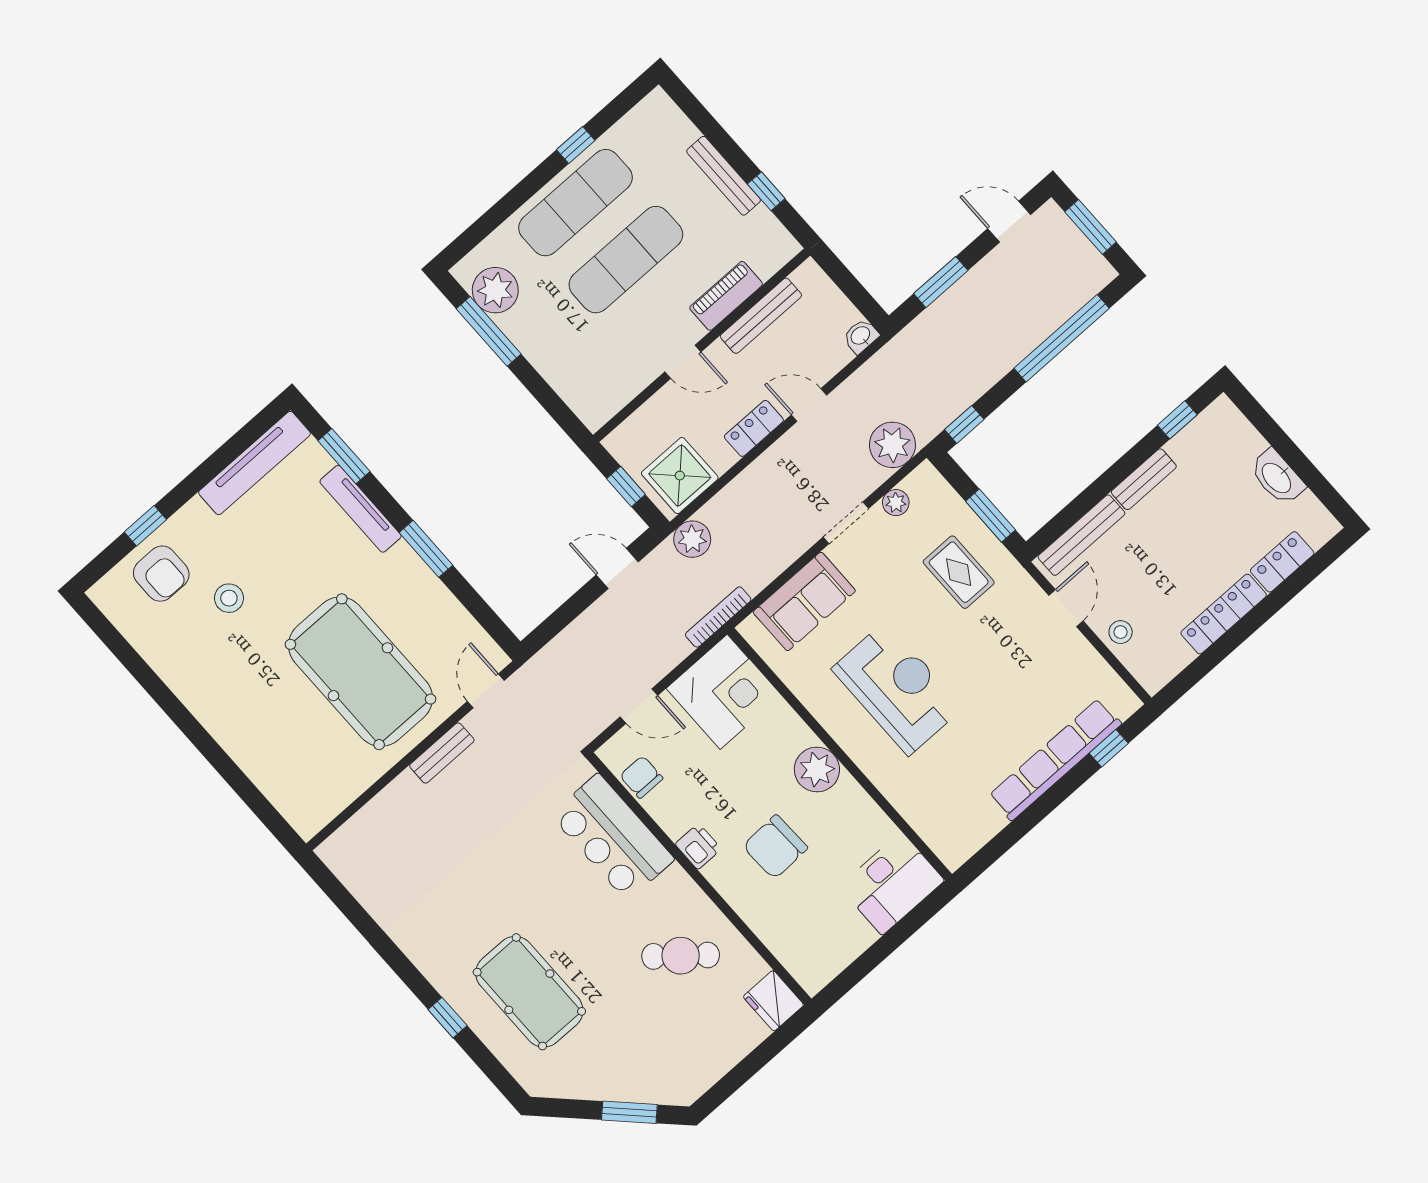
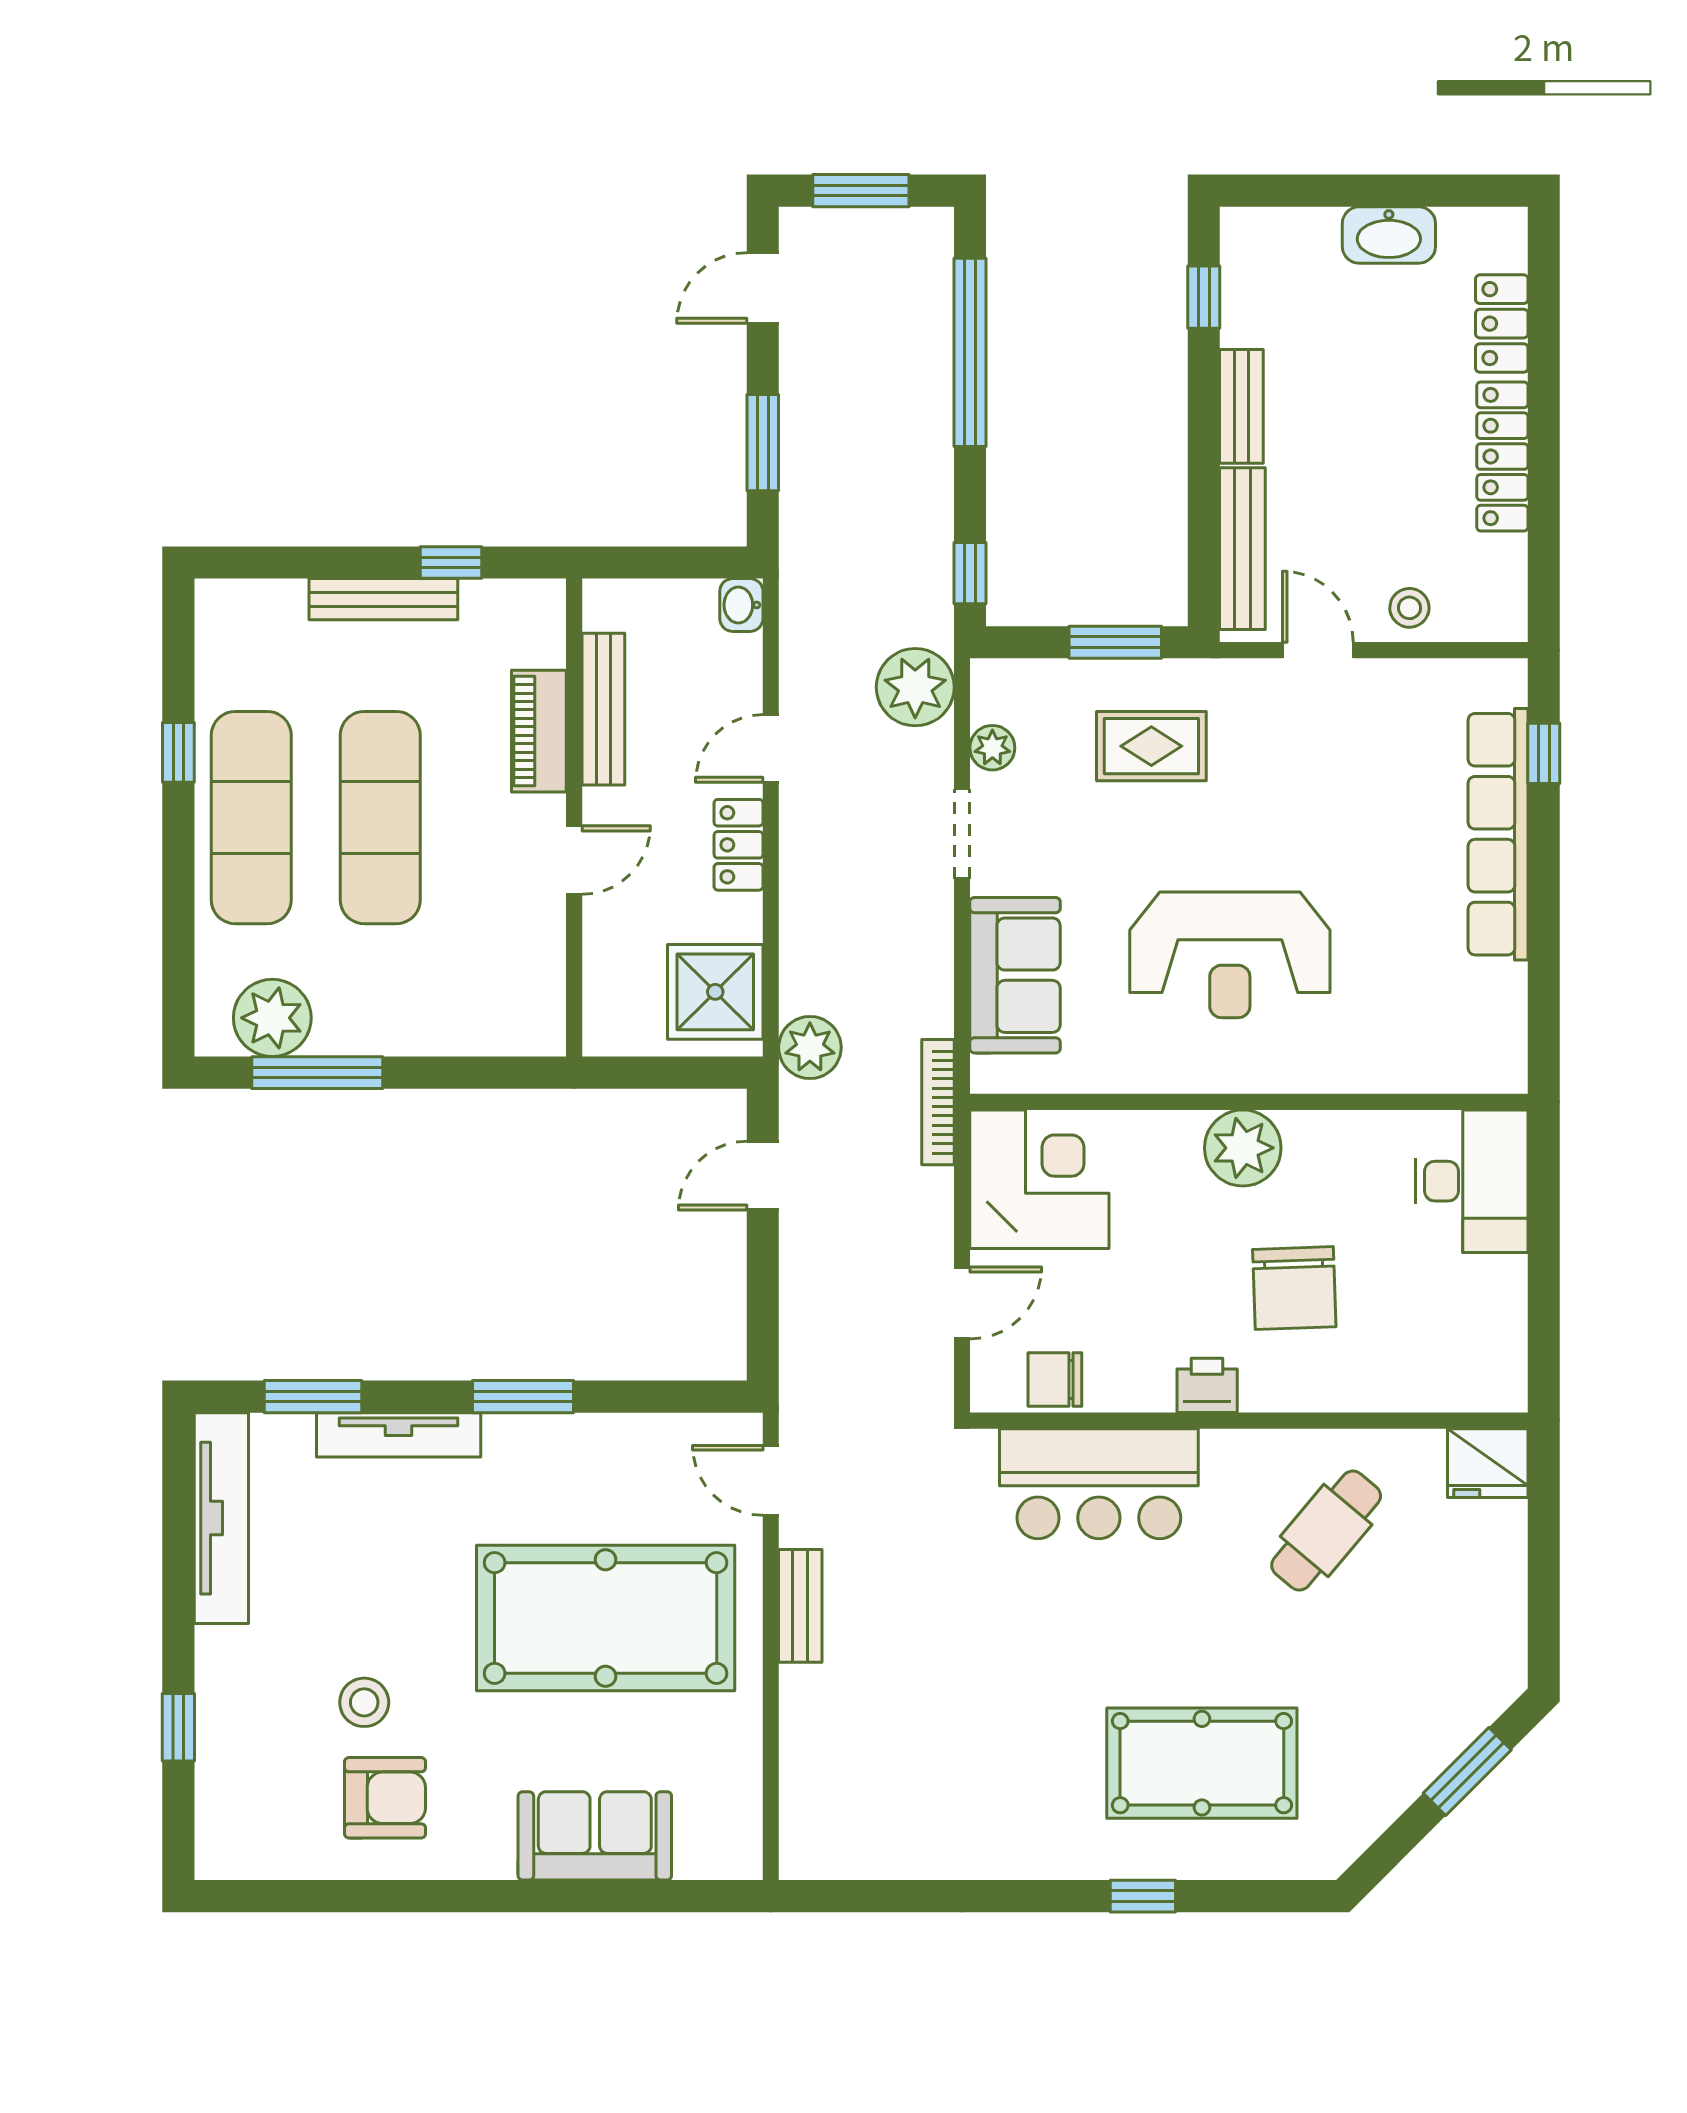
window: (626, 487) -> (669, 1073), removed
armchair: (161, 574) -> (385, 1798), moved
reception desk: (897, 688) -> (1230, 955), turned 180
sofa: (260, 752) -> (595, 1836), added

